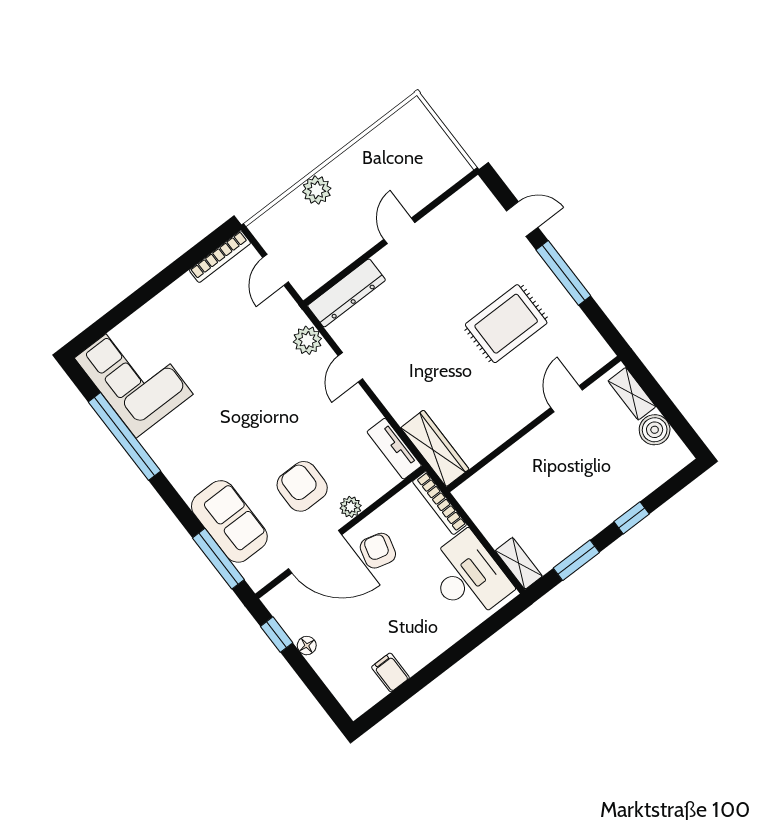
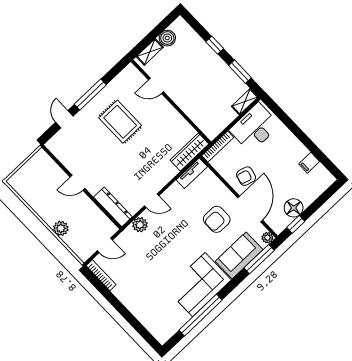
corner sofa: (134, 376) -> (199, 285), moved
plant: (351, 507) -> (267, 238), moved
floor lamp: (307, 646) -> (294, 208), width x1.89, depth x1.89

